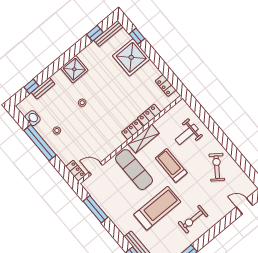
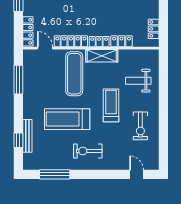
locker: (111, 147) -> (71, 41), added
treadmill: (171, 165) -> (111, 105), moved
exercise bike: (217, 167) -> (140, 126), turned 144
locker: (76, 171) -> (28, 31), width x1.53
treadmill: (157, 208) -> (67, 119), turned 180

